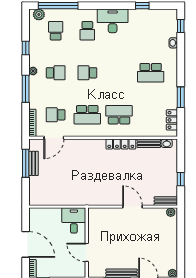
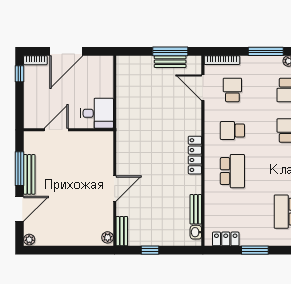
school desk: (87, 115) -> (232, 131), width x0.54
locker: (121, 144) -> (195, 155), moved

